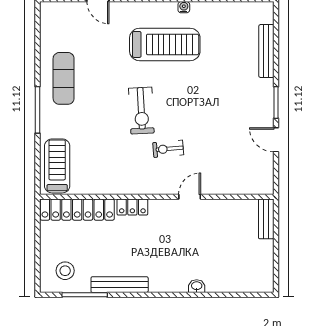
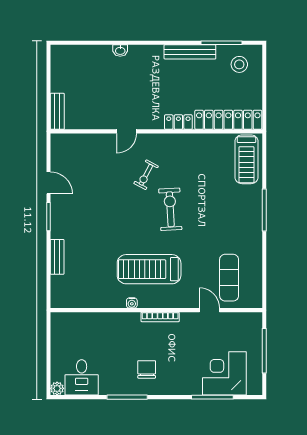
bench: (266, 51) -> (57, 257), width x0.73
exercise mat: (64, 78) -> (229, 278), moved
exercise bike: (168, 149) -> (146, 175), turned 123

